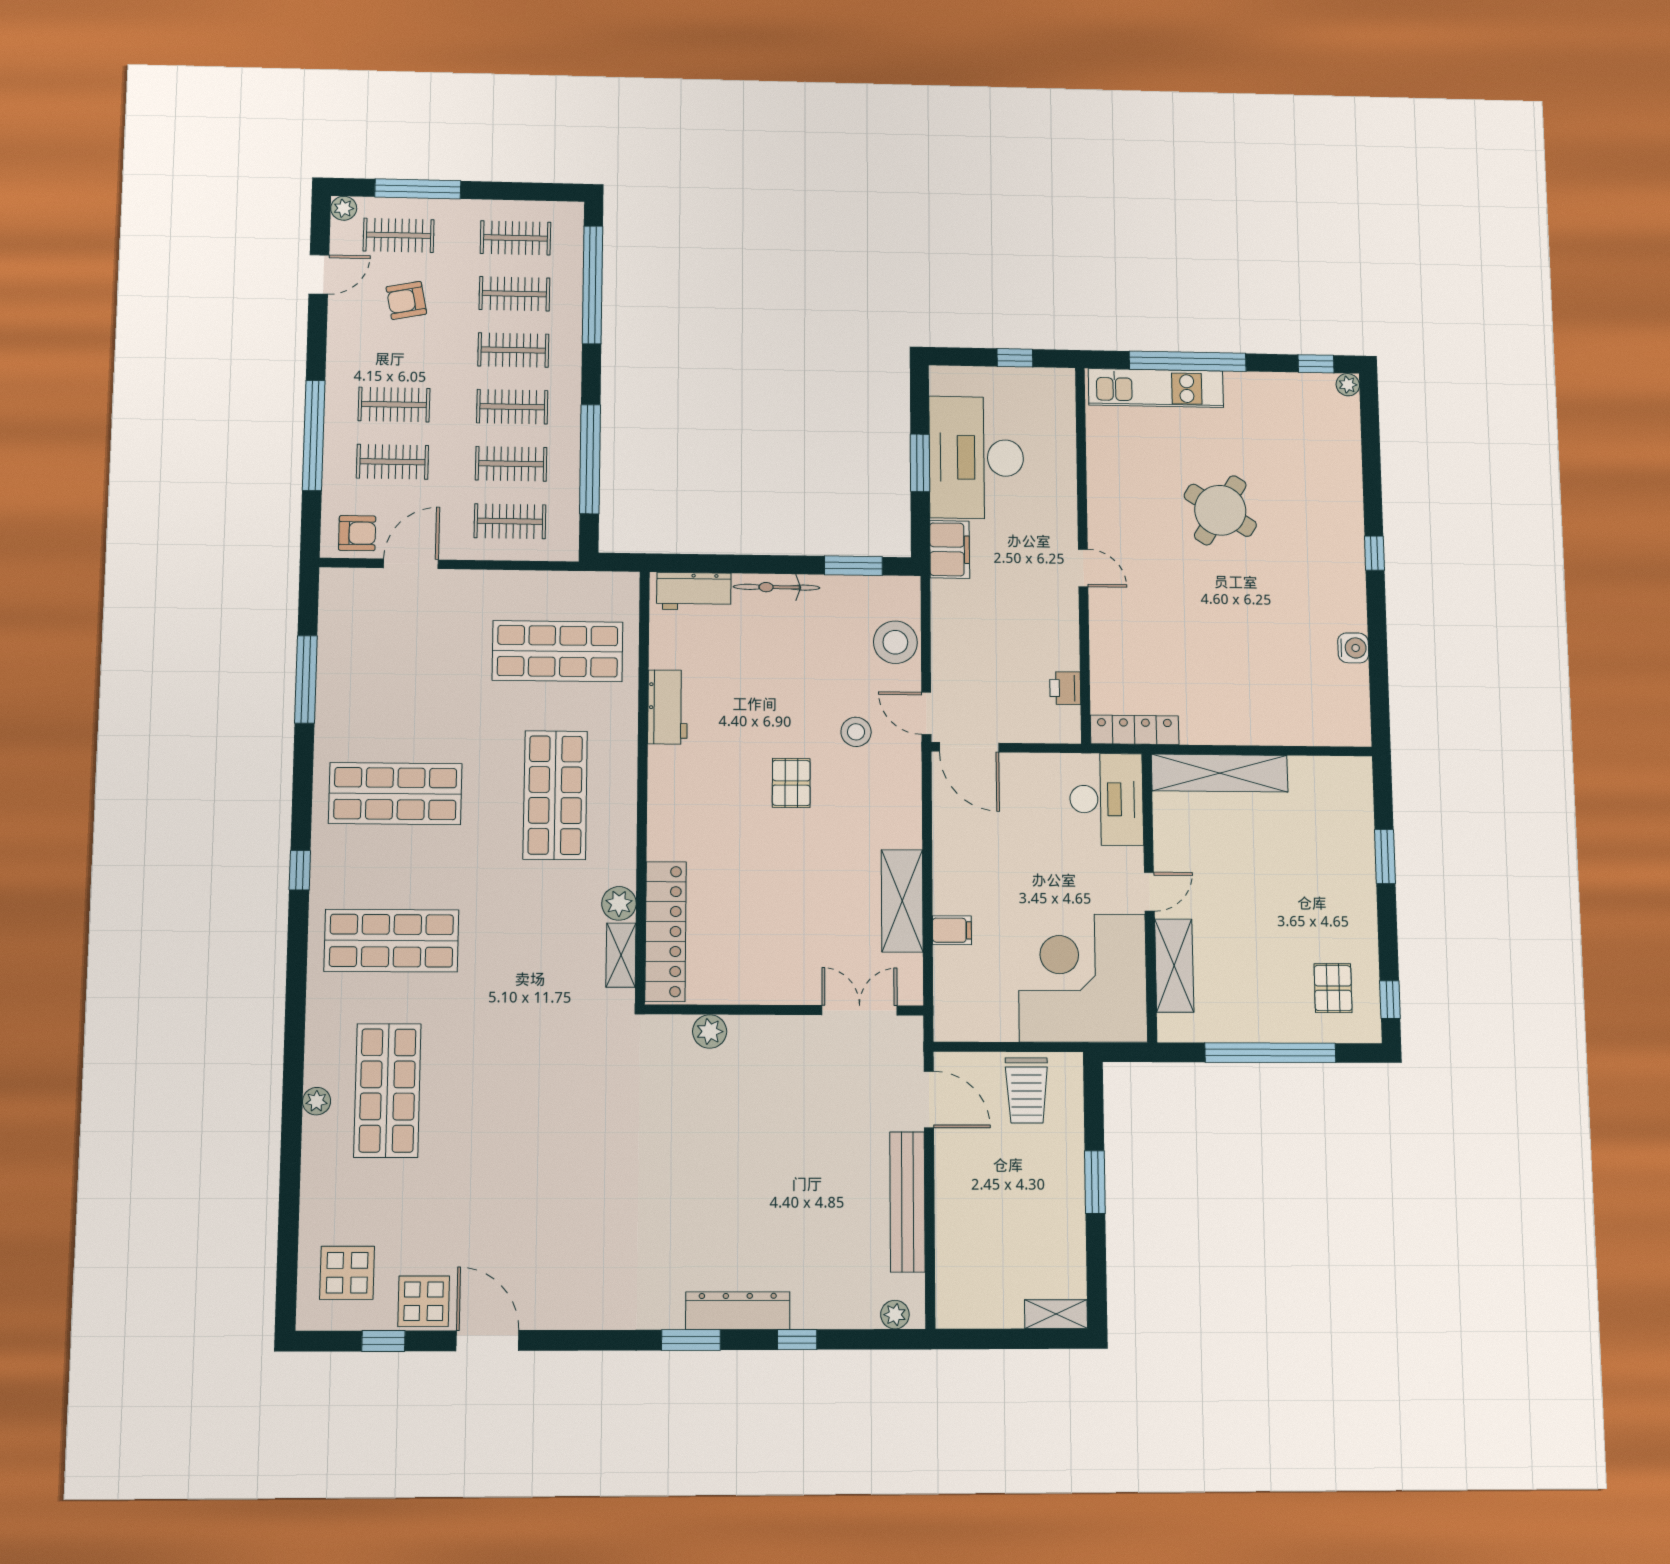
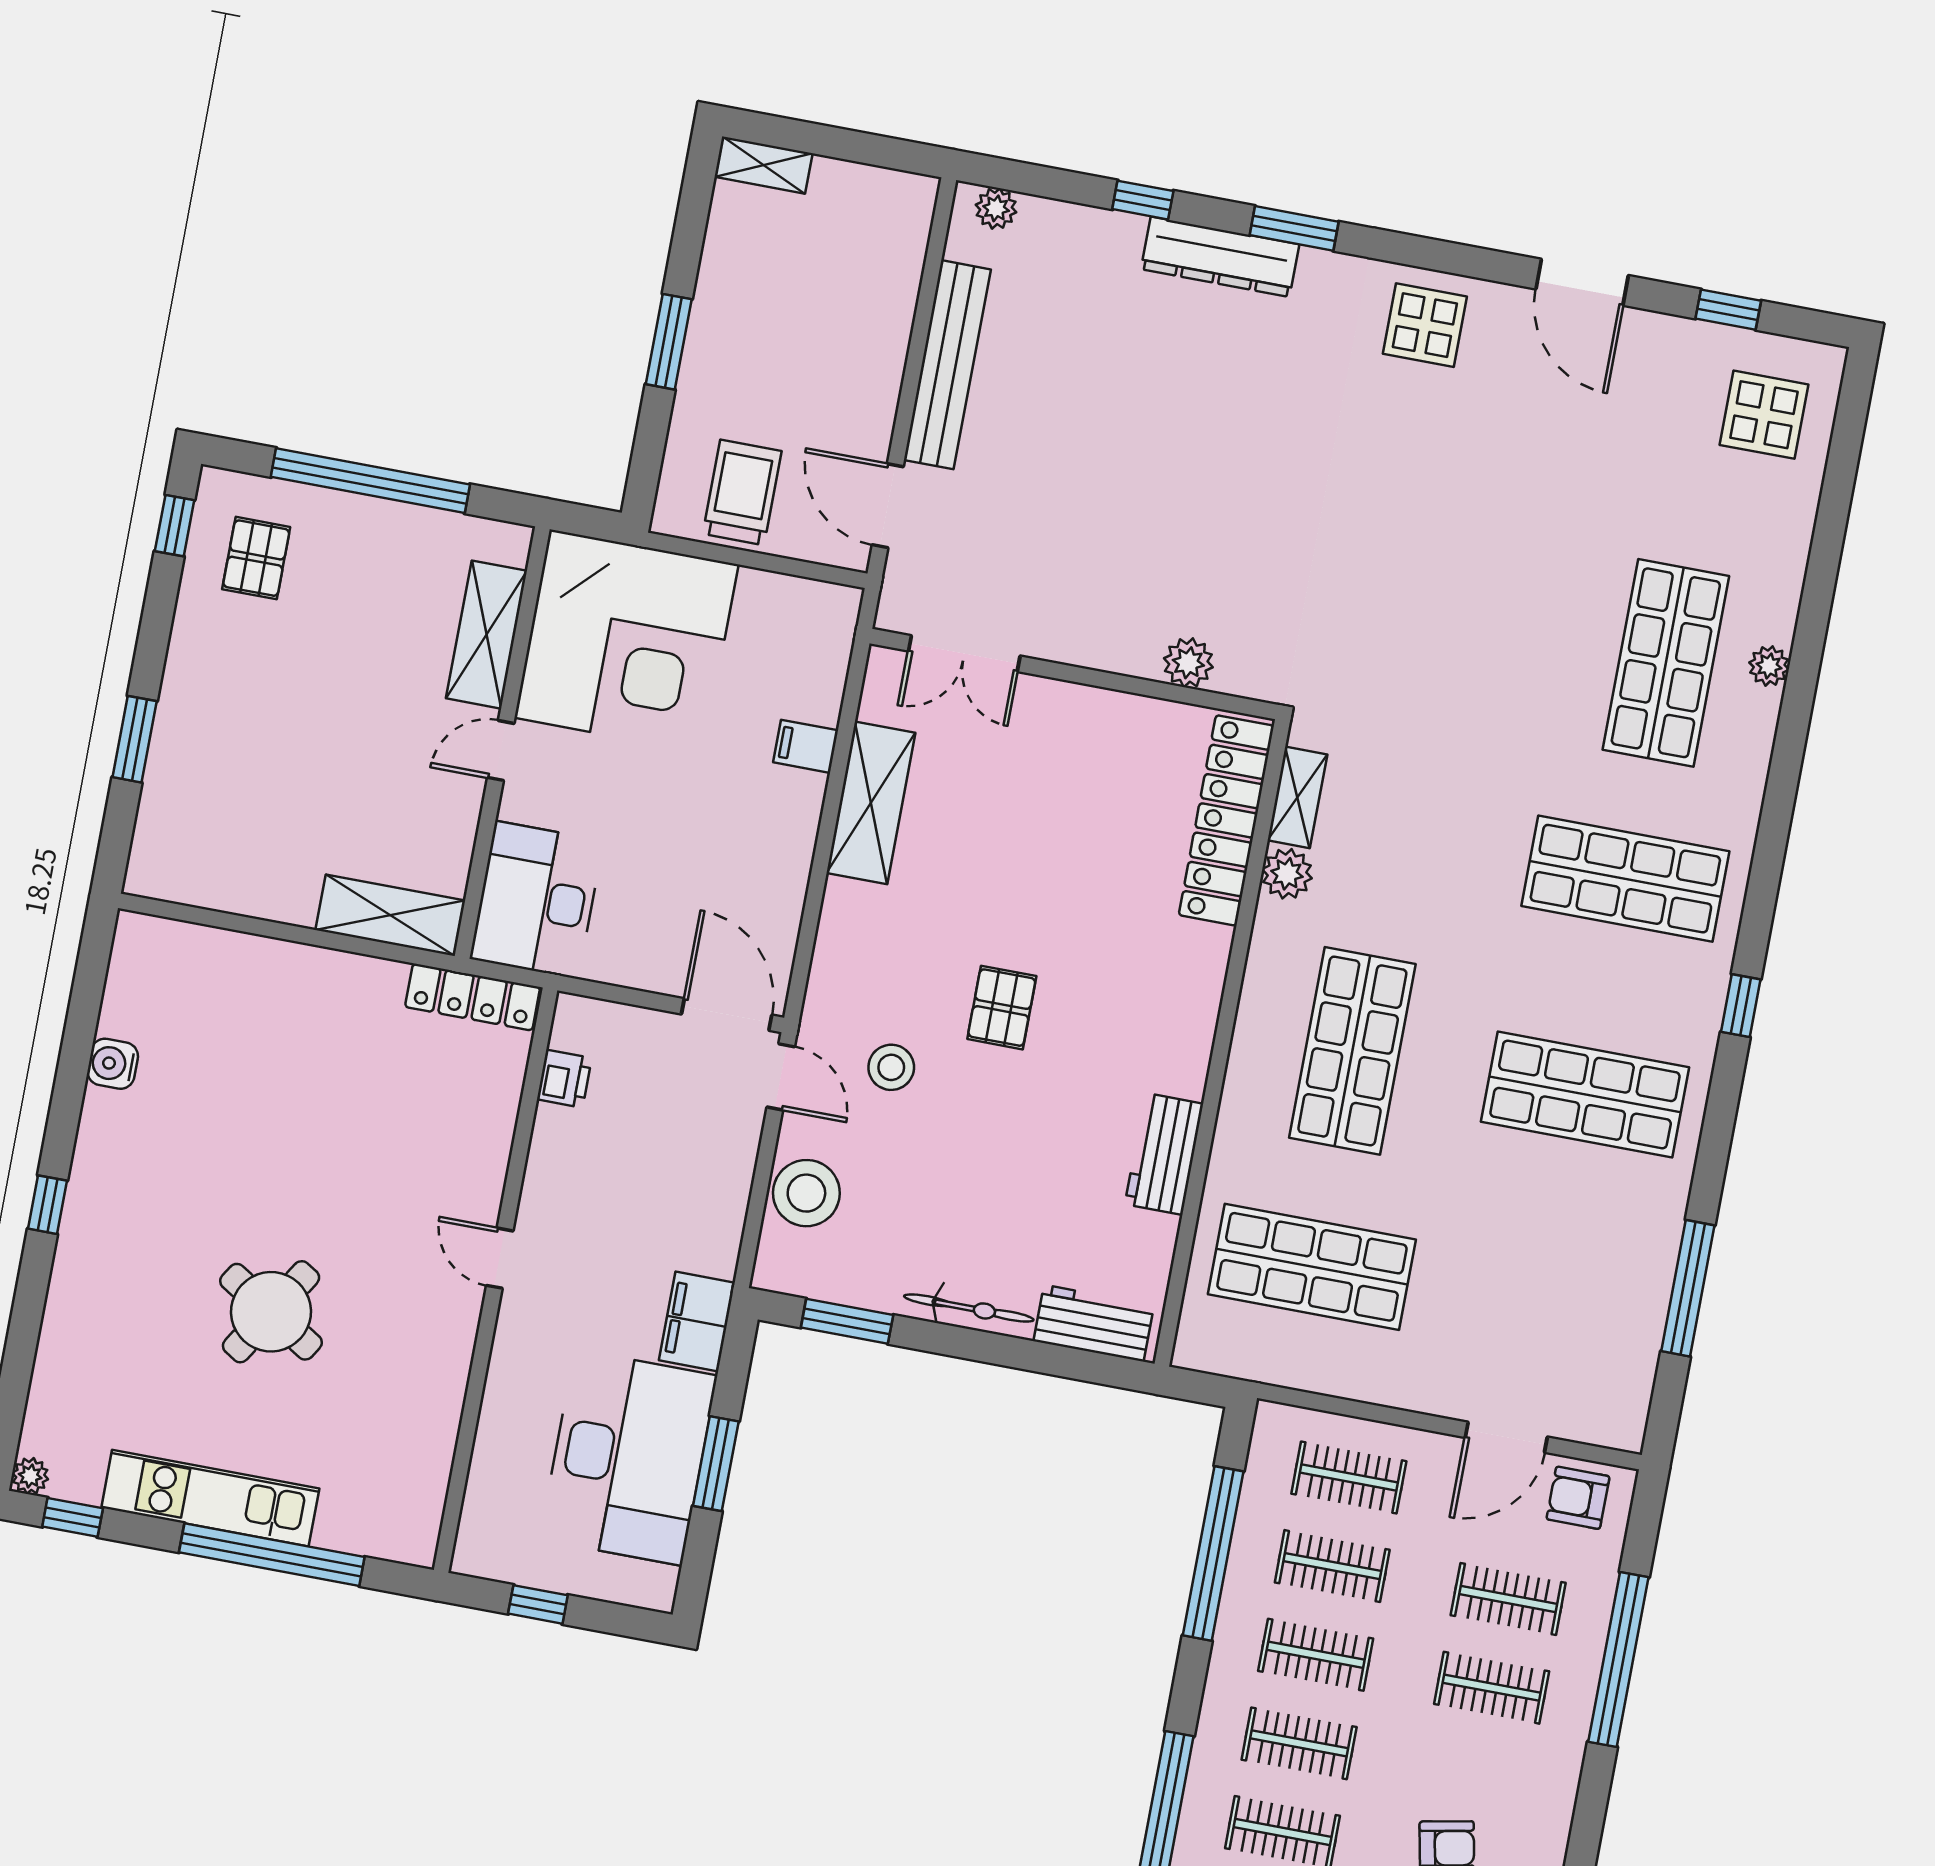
kitchen unit: (1156, 388) -> (210, 1498), moved
shelving: (1220, 773) -> (390, 915), width x0.68
display table: (424, 1301) -> (1425, 325), moved

